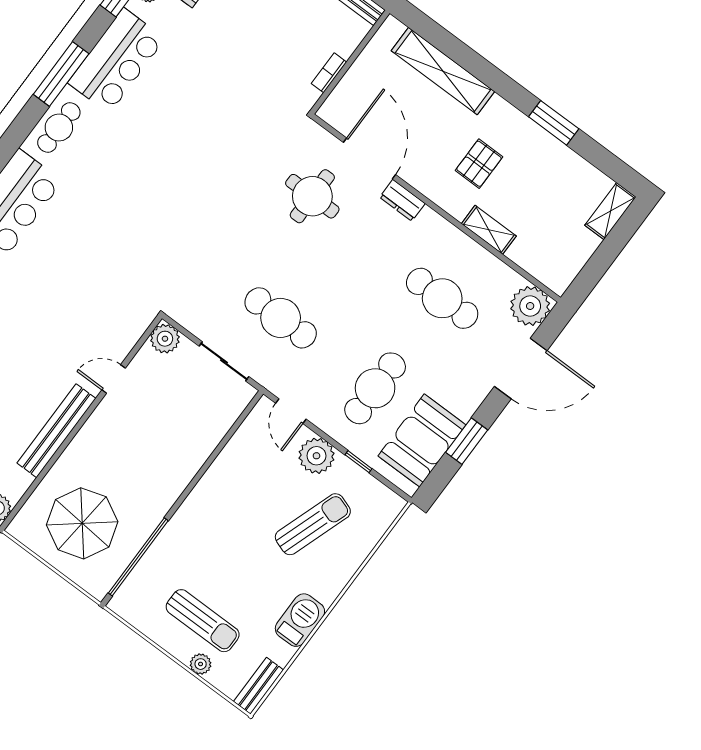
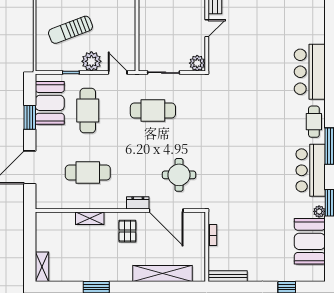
pallet: (479, 164) -> (127, 231), moved
plant: (530, 306) -> (46, 198), removed
sun lounger: (313, 524) -> (70, 30), turned 50

